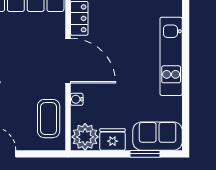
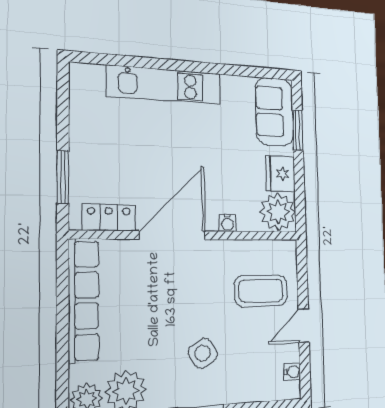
coffee table: (49, 119) -> (261, 291), moved

